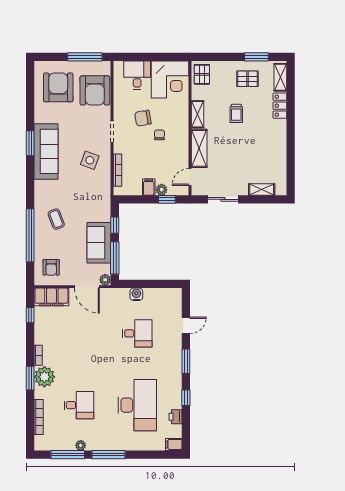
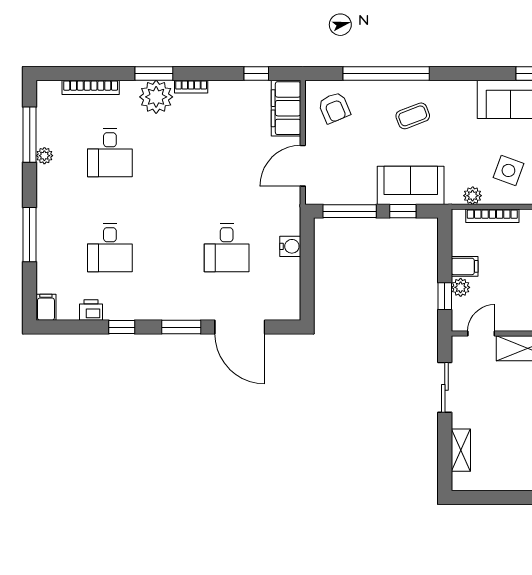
door: (190, 177) -> (481, 334), hinge flipped
sofa: (99, 243) -> (411, 185), moved
armchair: (51, 267) -> (334, 108), turned -113
plant: (105, 280) -> (473, 196), moved
door: (186, 325) -> (240, 327), width x1.87
desk: (137, 405) -> (110, 248), width x0.53, depth x0.77
window: (109, 455) -> (30, 235), moved

